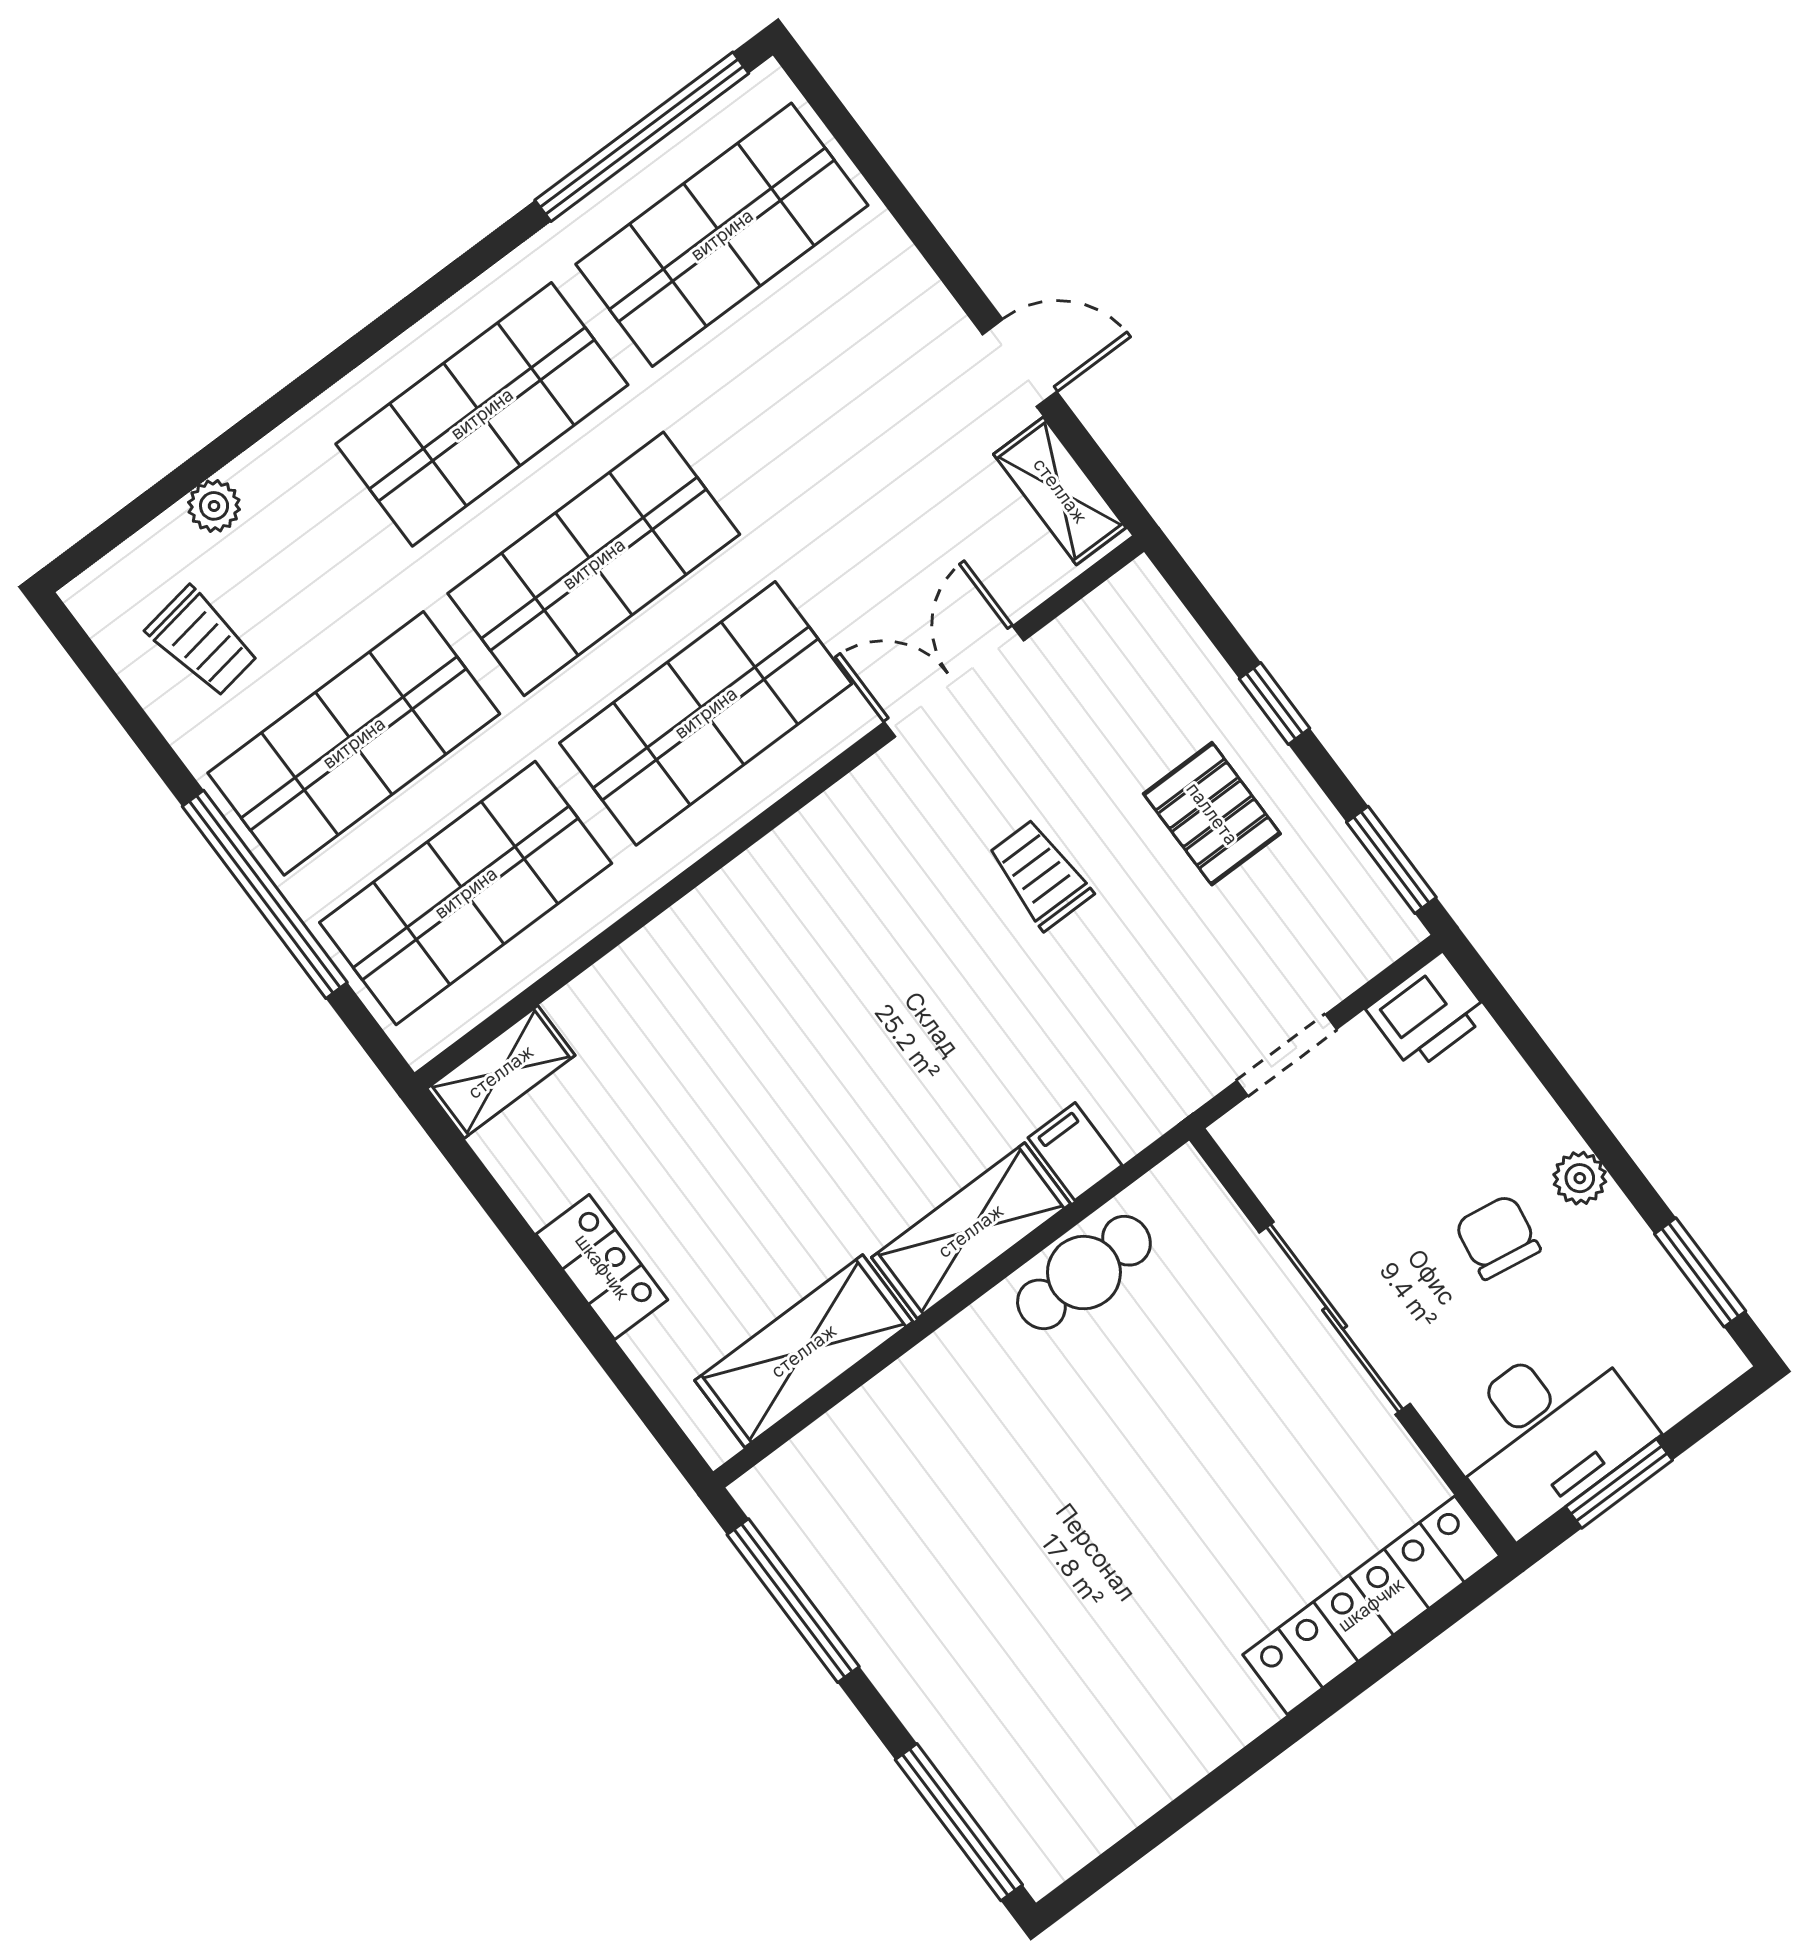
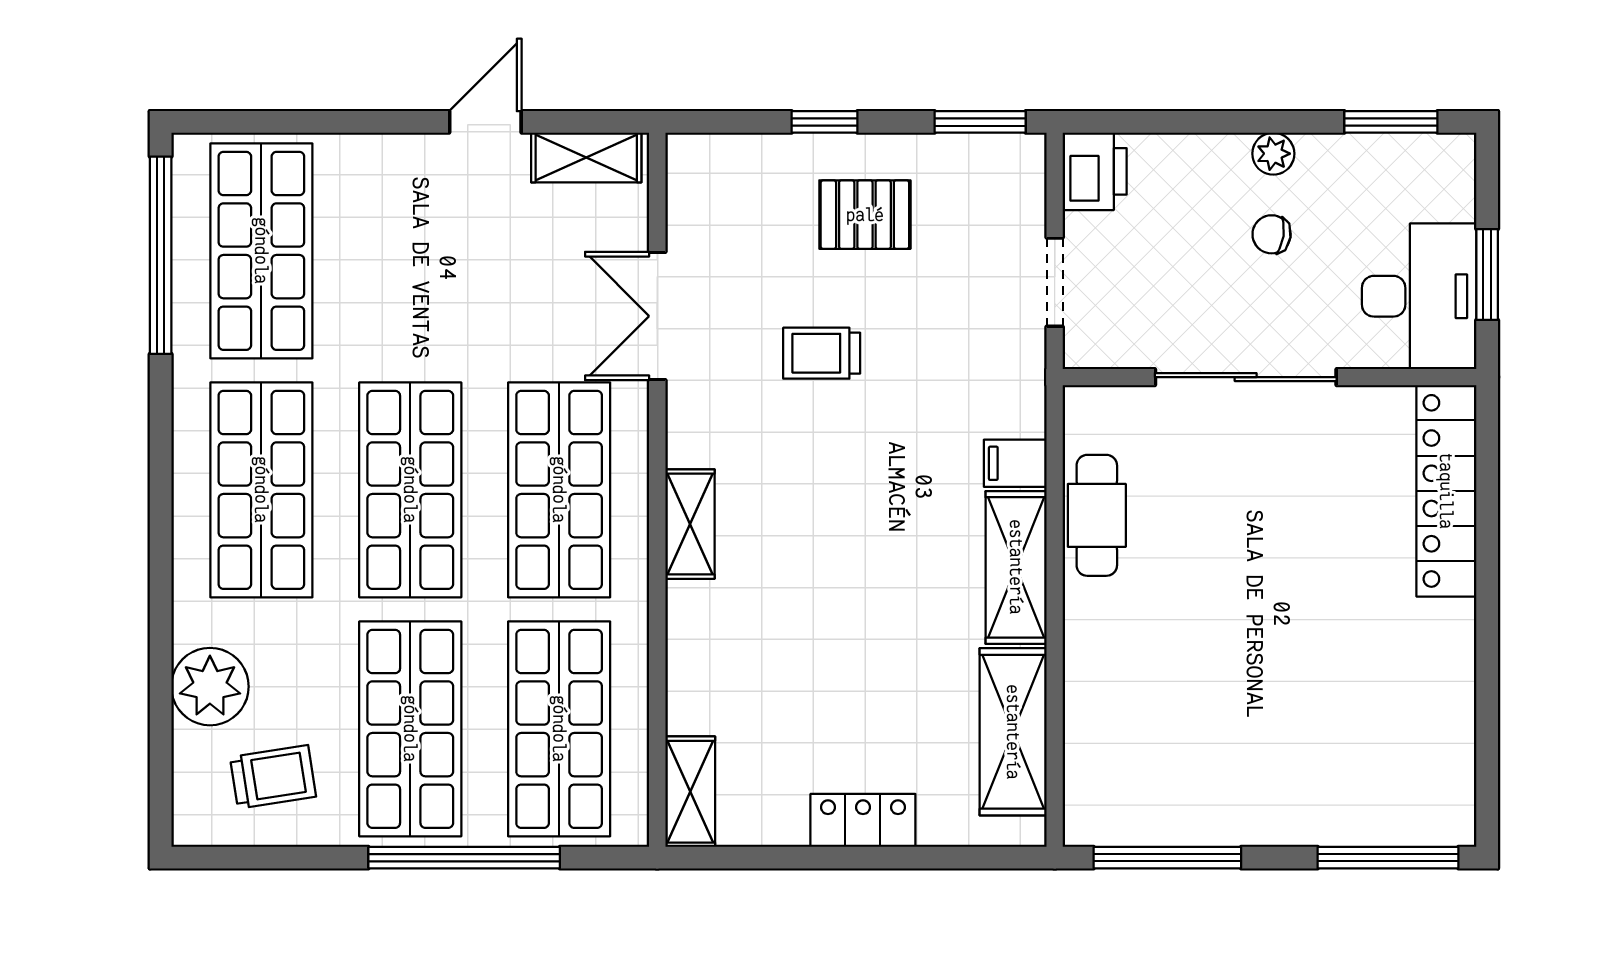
plant: (214, 506) -> (210, 687), width x1.88, depth x1.88
shelving: (770, 871) -> (690, 524), added
chair: (1498, 1237) -> (1272, 234), width x0.73, depth x0.73

